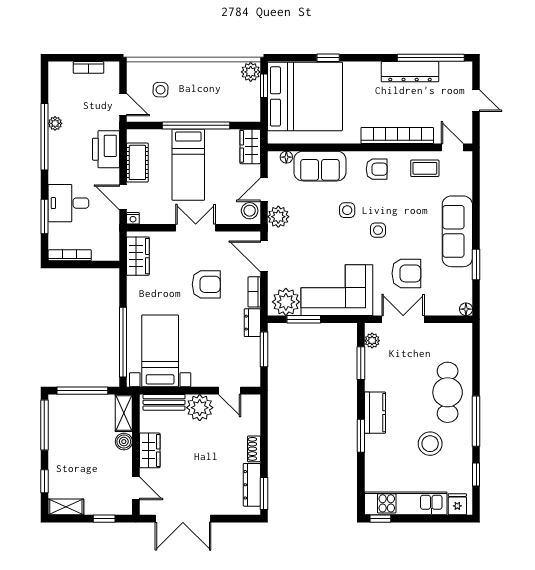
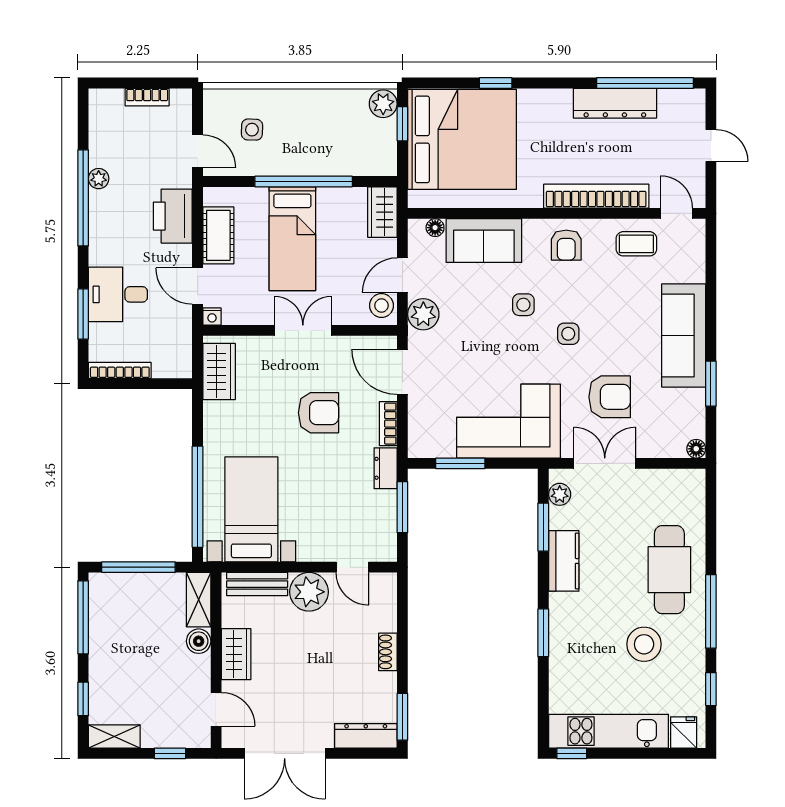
armchair: (377, 169) -> (566, 245), turned 90
plant: (286, 302) -> (434, 438), removed
kitchen counter: (375, 413) -> (564, 561), moved
dresser: (252, 485) -> (366, 736), moved, turned 90

